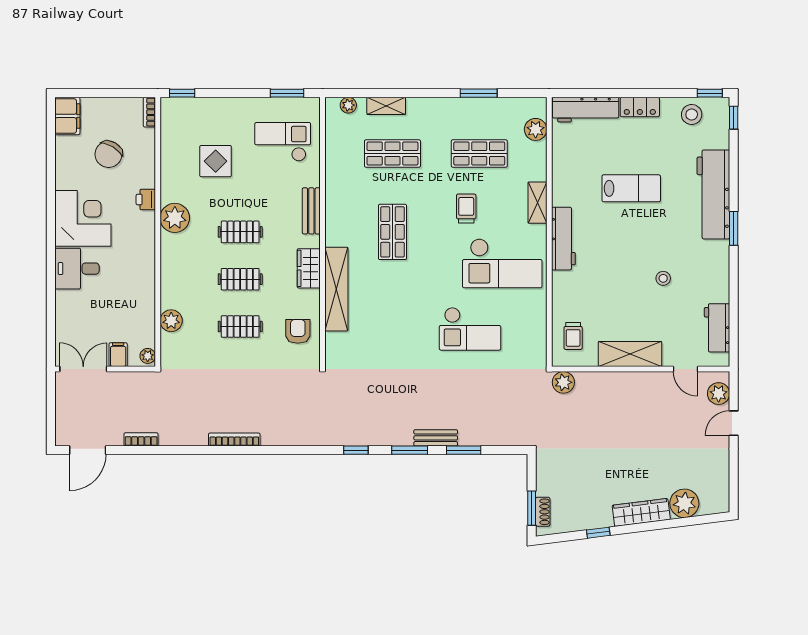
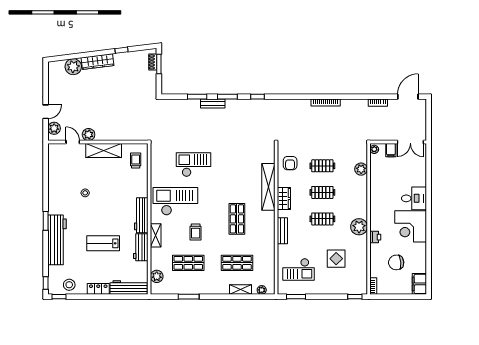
chair: (109, 154) -> (396, 262), turned -126
workbench: (717, 328) -> (141, 247), moved, turned 180
plant: (563, 382) -> (89, 135), moved

